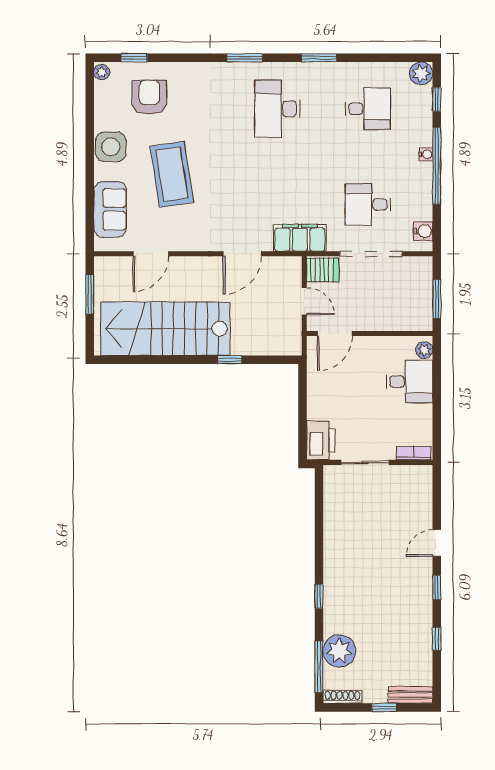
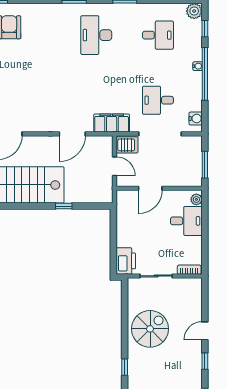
coffee table: (172, 174) -> (24, 80), removed
door: (335, 334) -> (150, 188), moved
spiral stairs: (356, 540) -> (150, 329), added

